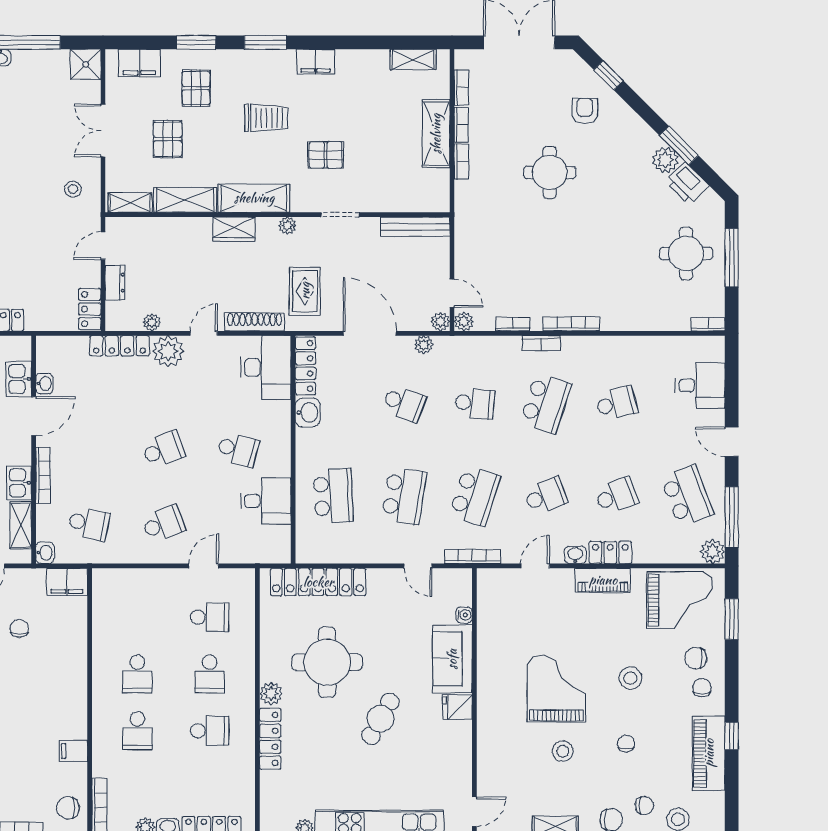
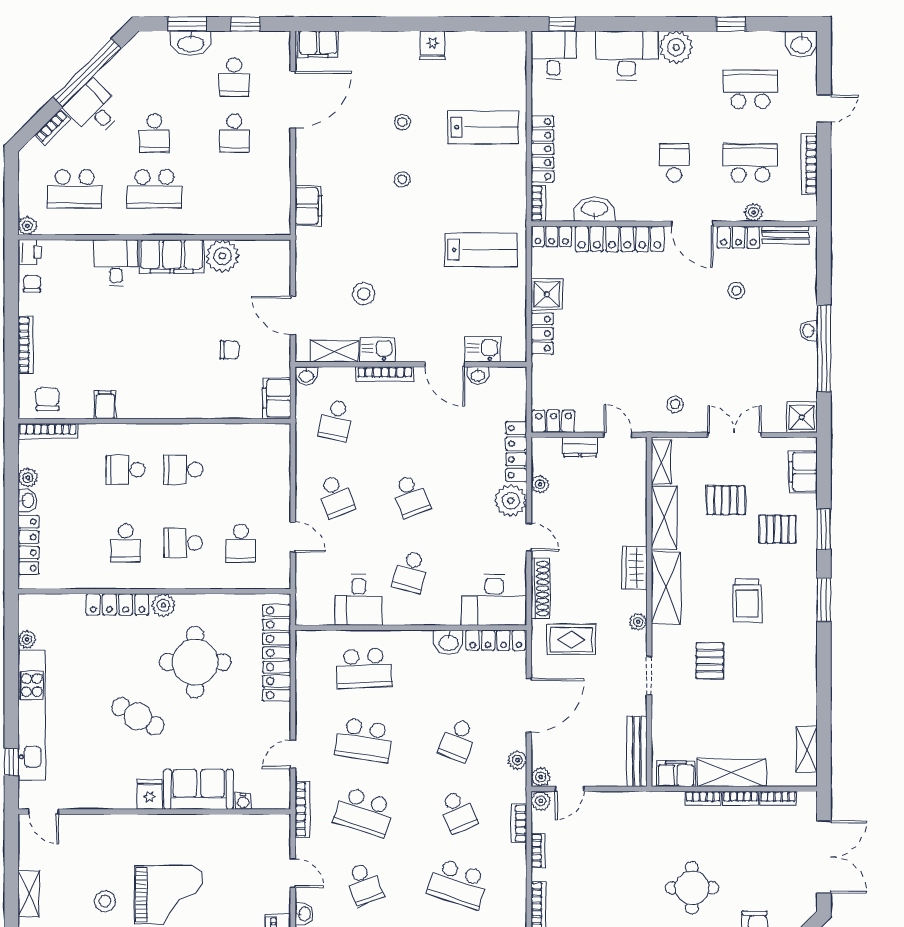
filing cabinet: (316, 62) -> (676, 774), moved, turned 90
bookcase: (541, 343) -> (519, 823), moved
school desk: (475, 403) -> (458, 812), turned -30

